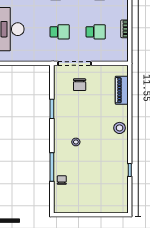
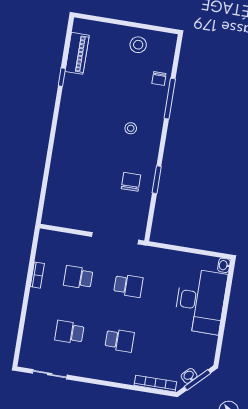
school desk: (60, 32) -> (128, 286), turned 180
chair: (80, 85) -> (131, 182), moved
piano: (122, 90) -> (77, 53), moved
stool: (120, 128) -> (138, 45), moved

